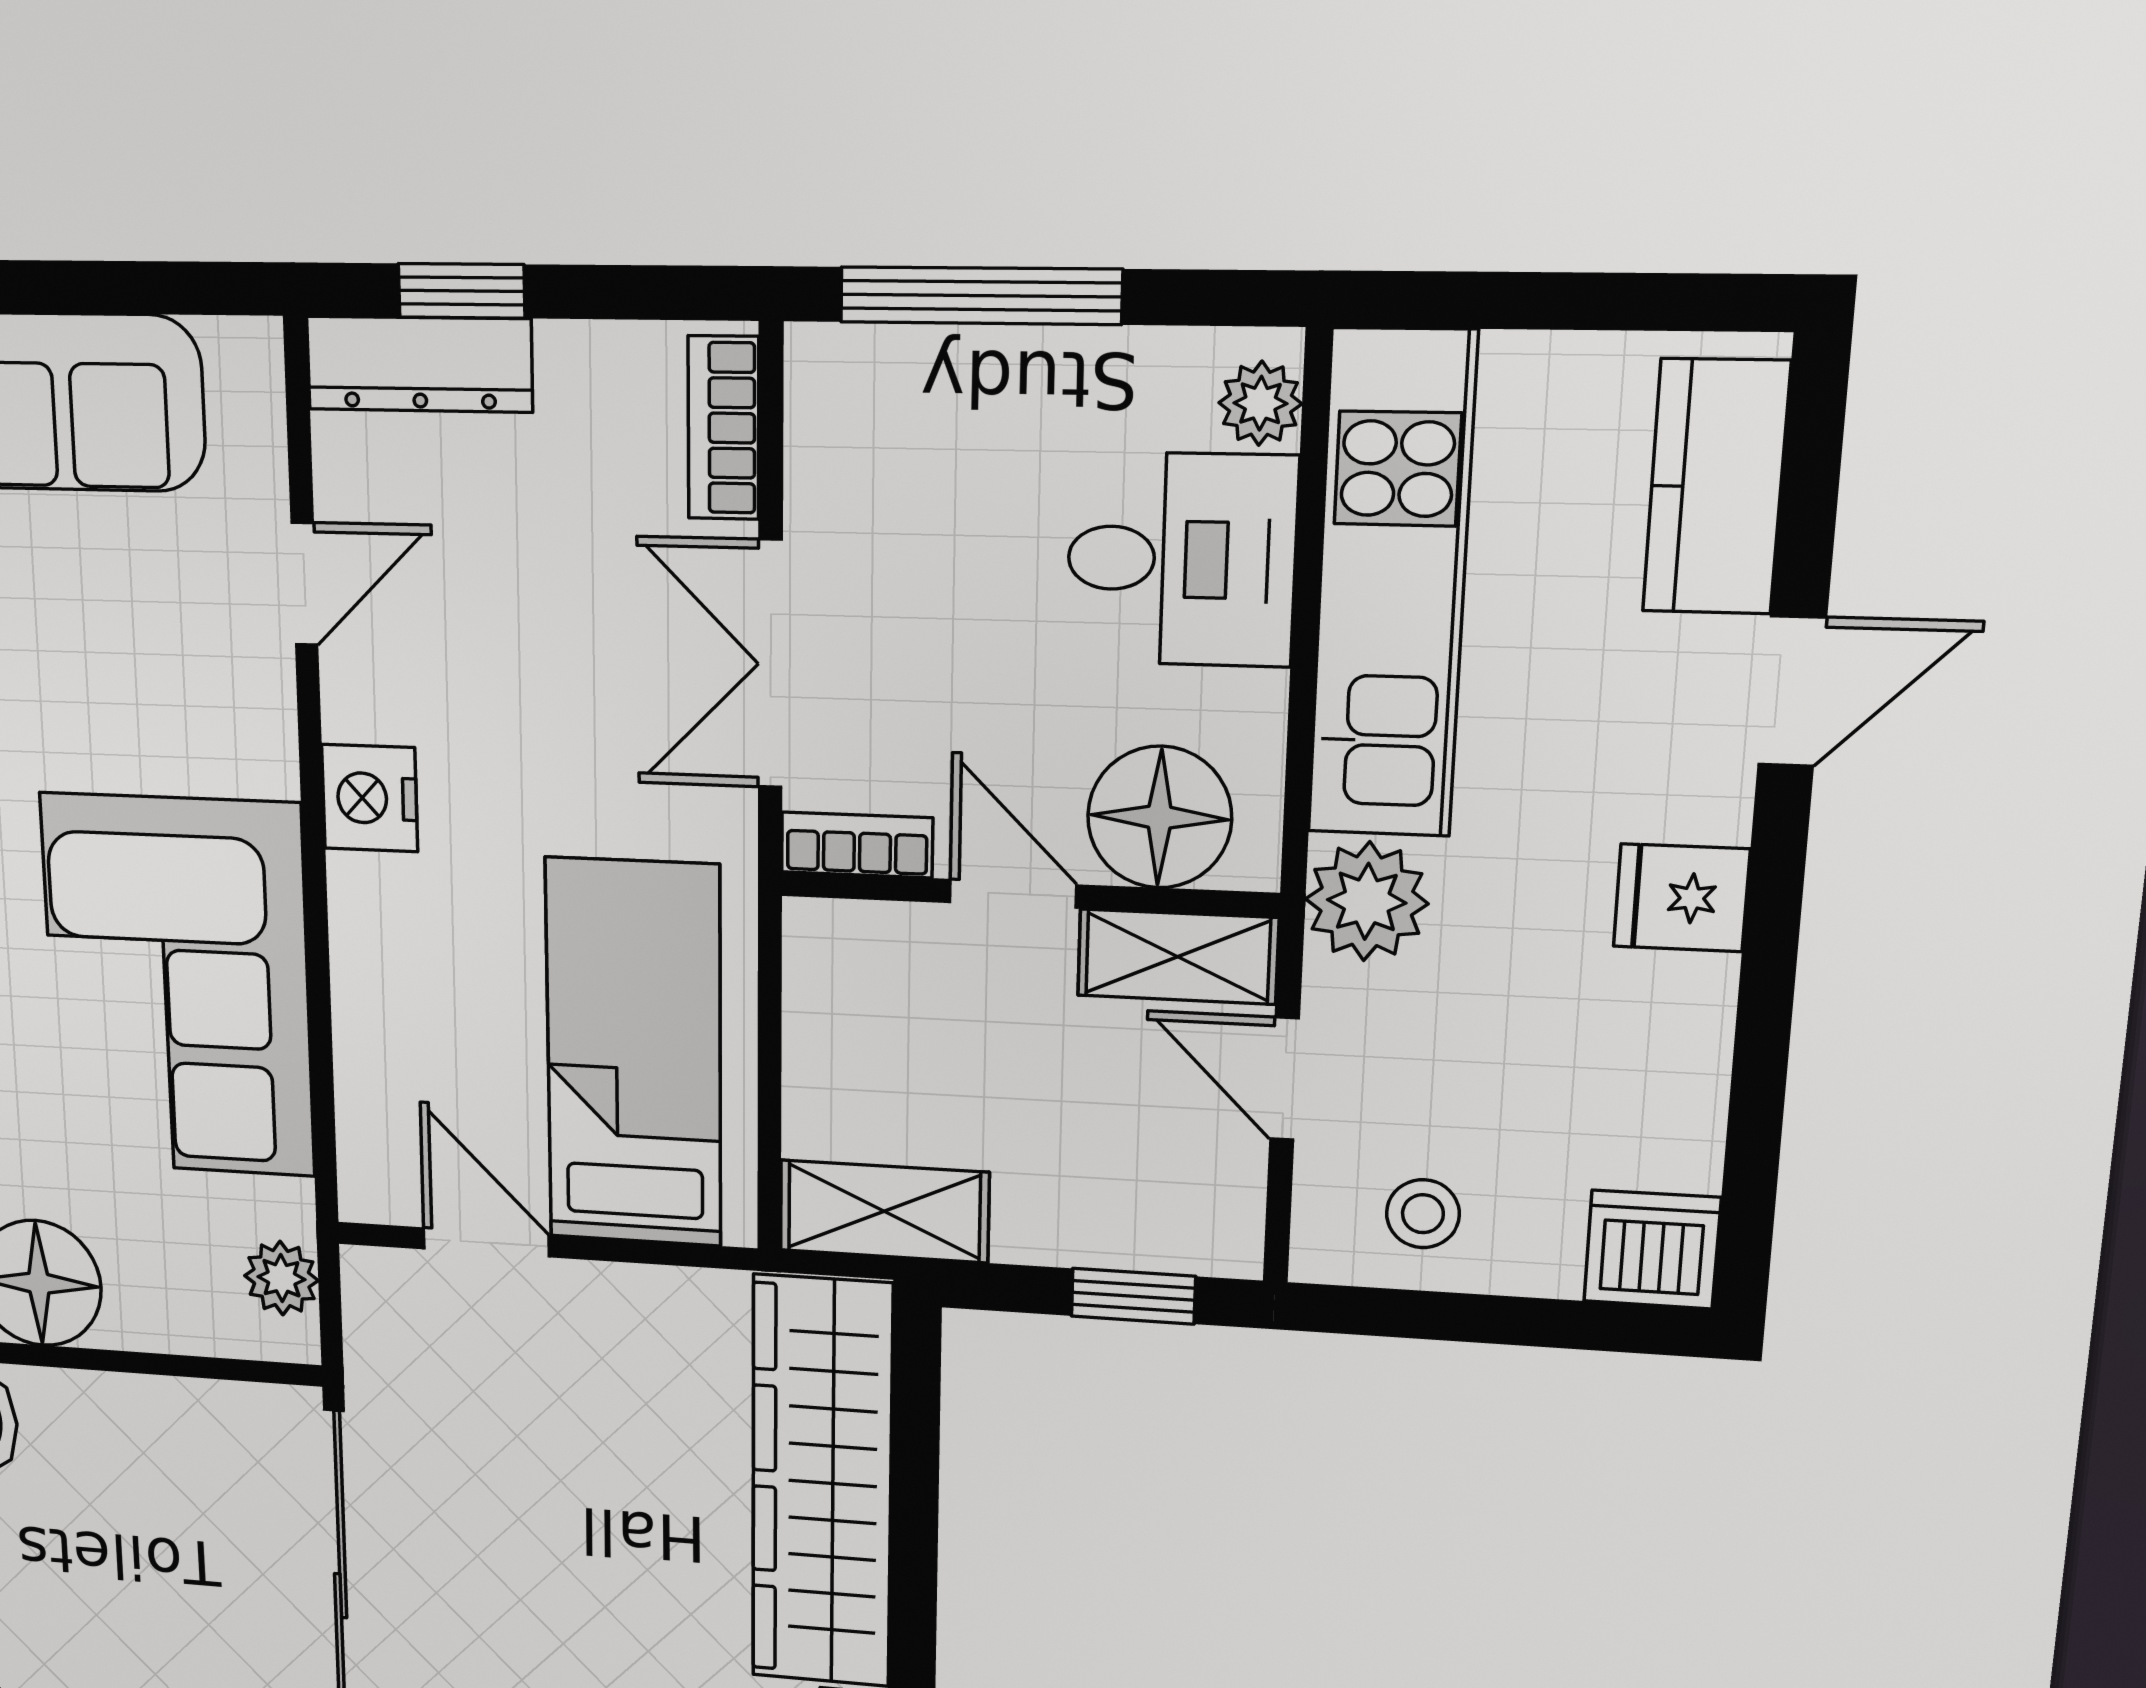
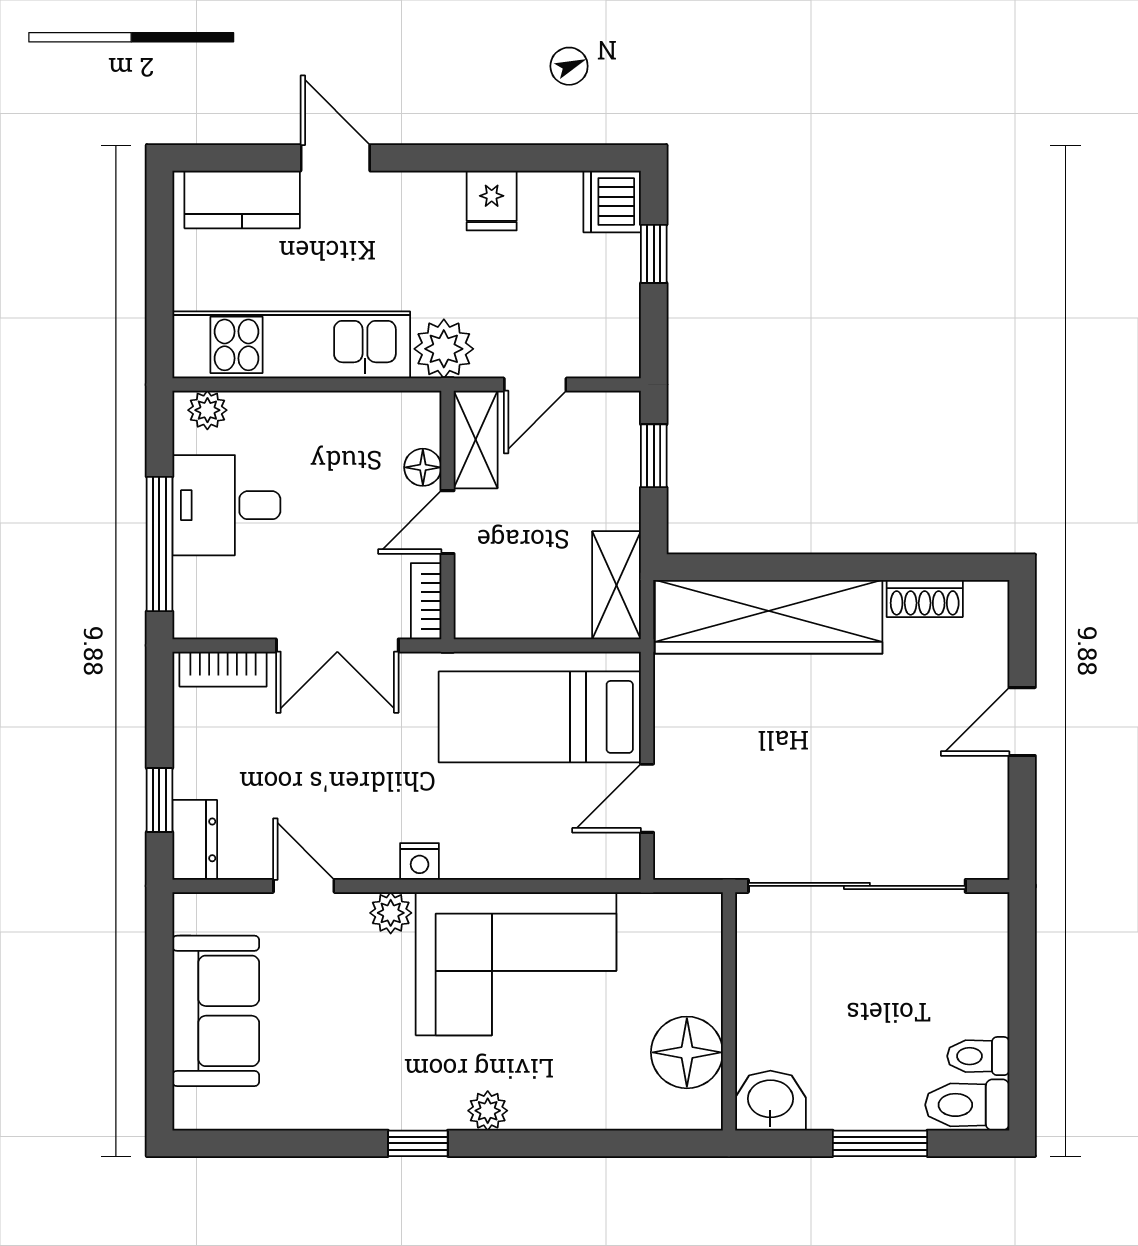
dresser: (419, 364) -> (195, 840), width x0.70
desk: (1181, 559) -> (226, 505), moved, turned -90
nightstand: (370, 798) -> (420, 861), width x0.72, depth x0.74
floor lamp: (1160, 817) -> (423, 467), width x0.53, depth x0.53
fridge: (1682, 898) -> (492, 201), moved
stool: (1423, 1214) -> (601, 313), removed
plant: (281, 1278) -> (391, 913), moved
window: (1538, 1322) -> (654, 254), added

